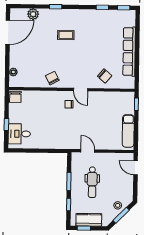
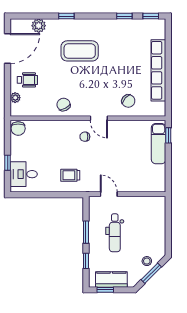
coffee table: (66, 35) -> (80, 51), width x1.86, depth x1.72
wheelchair: (23, 58) -> (27, 80), added
exam couch: (128, 131) -> (159, 144), moved
trolley: (57, 135) -> (70, 175), added
door: (136, 168) -> (168, 214), removed

